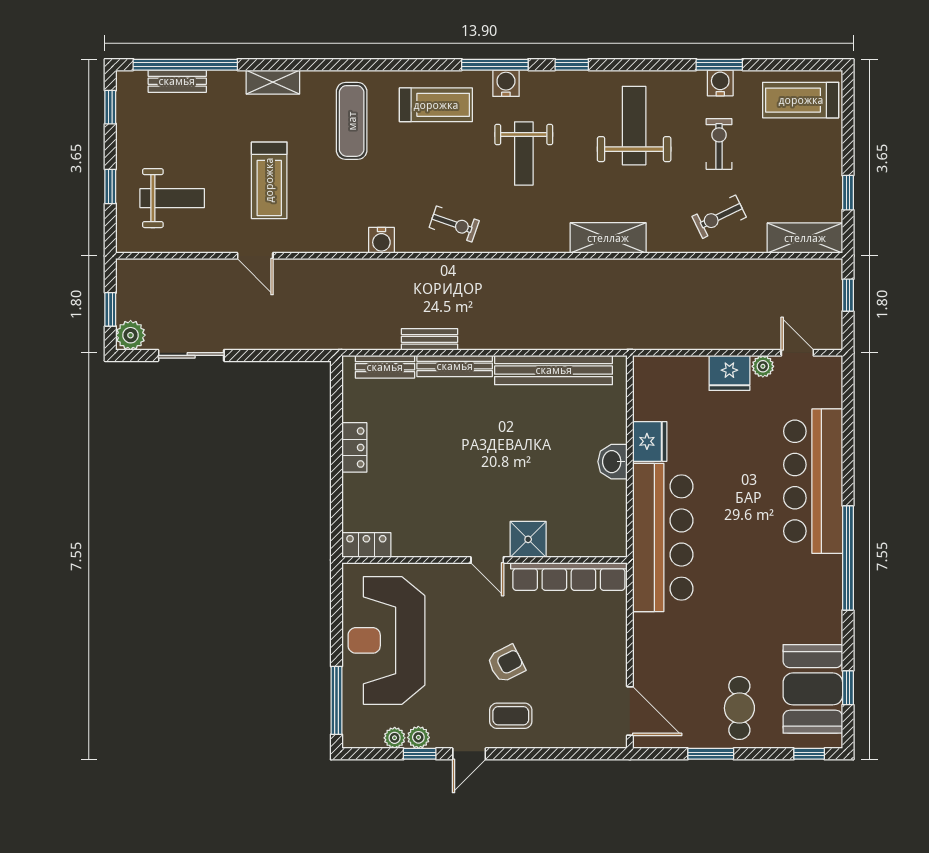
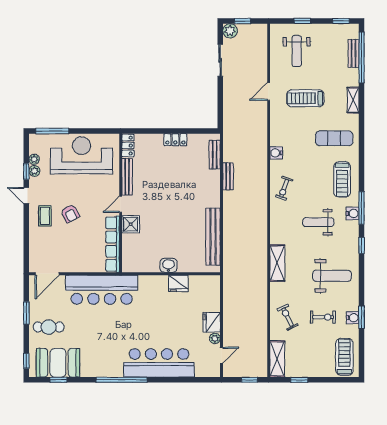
bench: (455, 366) -> (127, 177), moved
bar counter: (663, 538) -> (102, 290), moved

